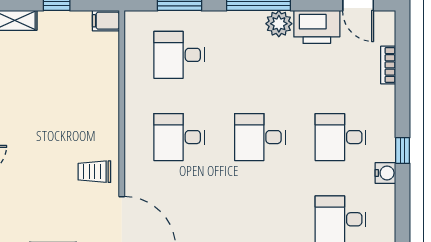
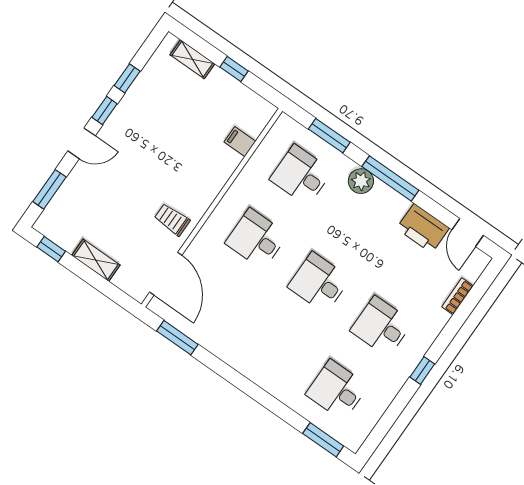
filing cabinet: (106, 21) -> (240, 142), moved
plant: (279, 24) -> (361, 181), moved
water cooler: (385, 173) -> (397, 379), removed

